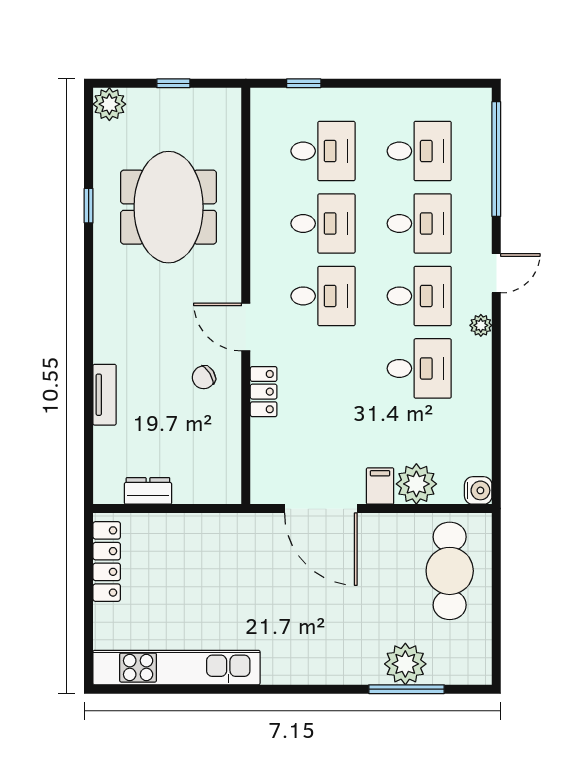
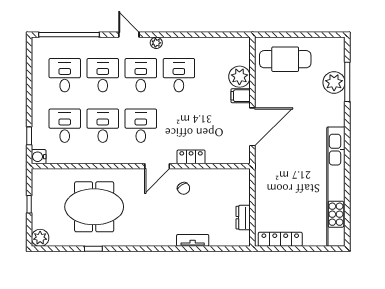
water cooler: (478, 490) -> (39, 157), moved, turned -90
kitchen unit: (176, 668) -> (336, 187), width x1.36

